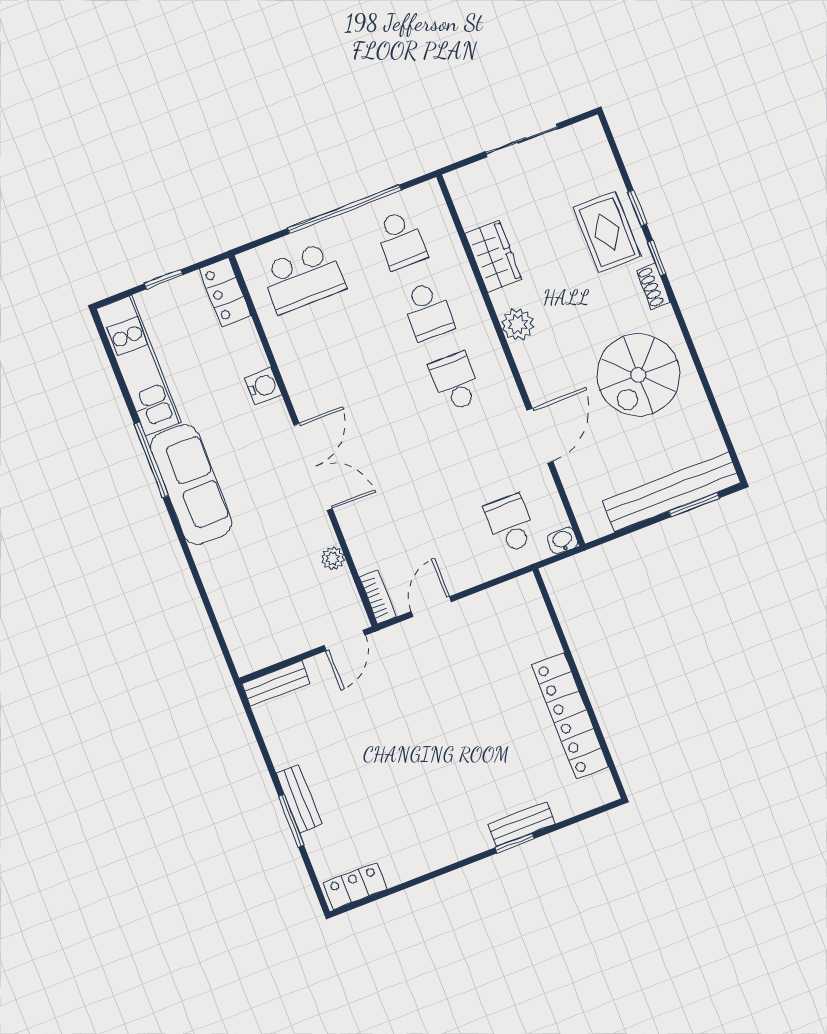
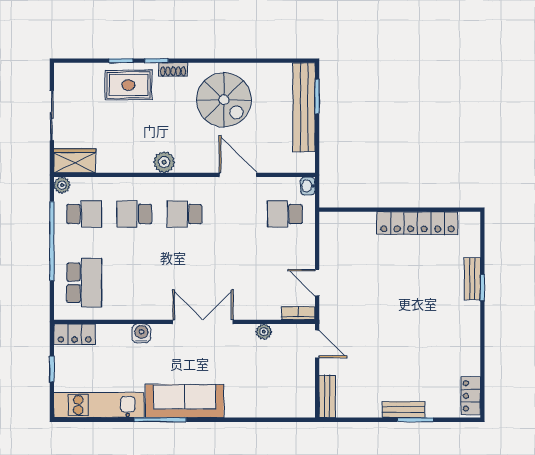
plant: (429, 193) -> (62, 185), added
wardrobe: (493, 256) -> (75, 161), moved
school desk: (428, 311) -> (134, 214), turned 180

